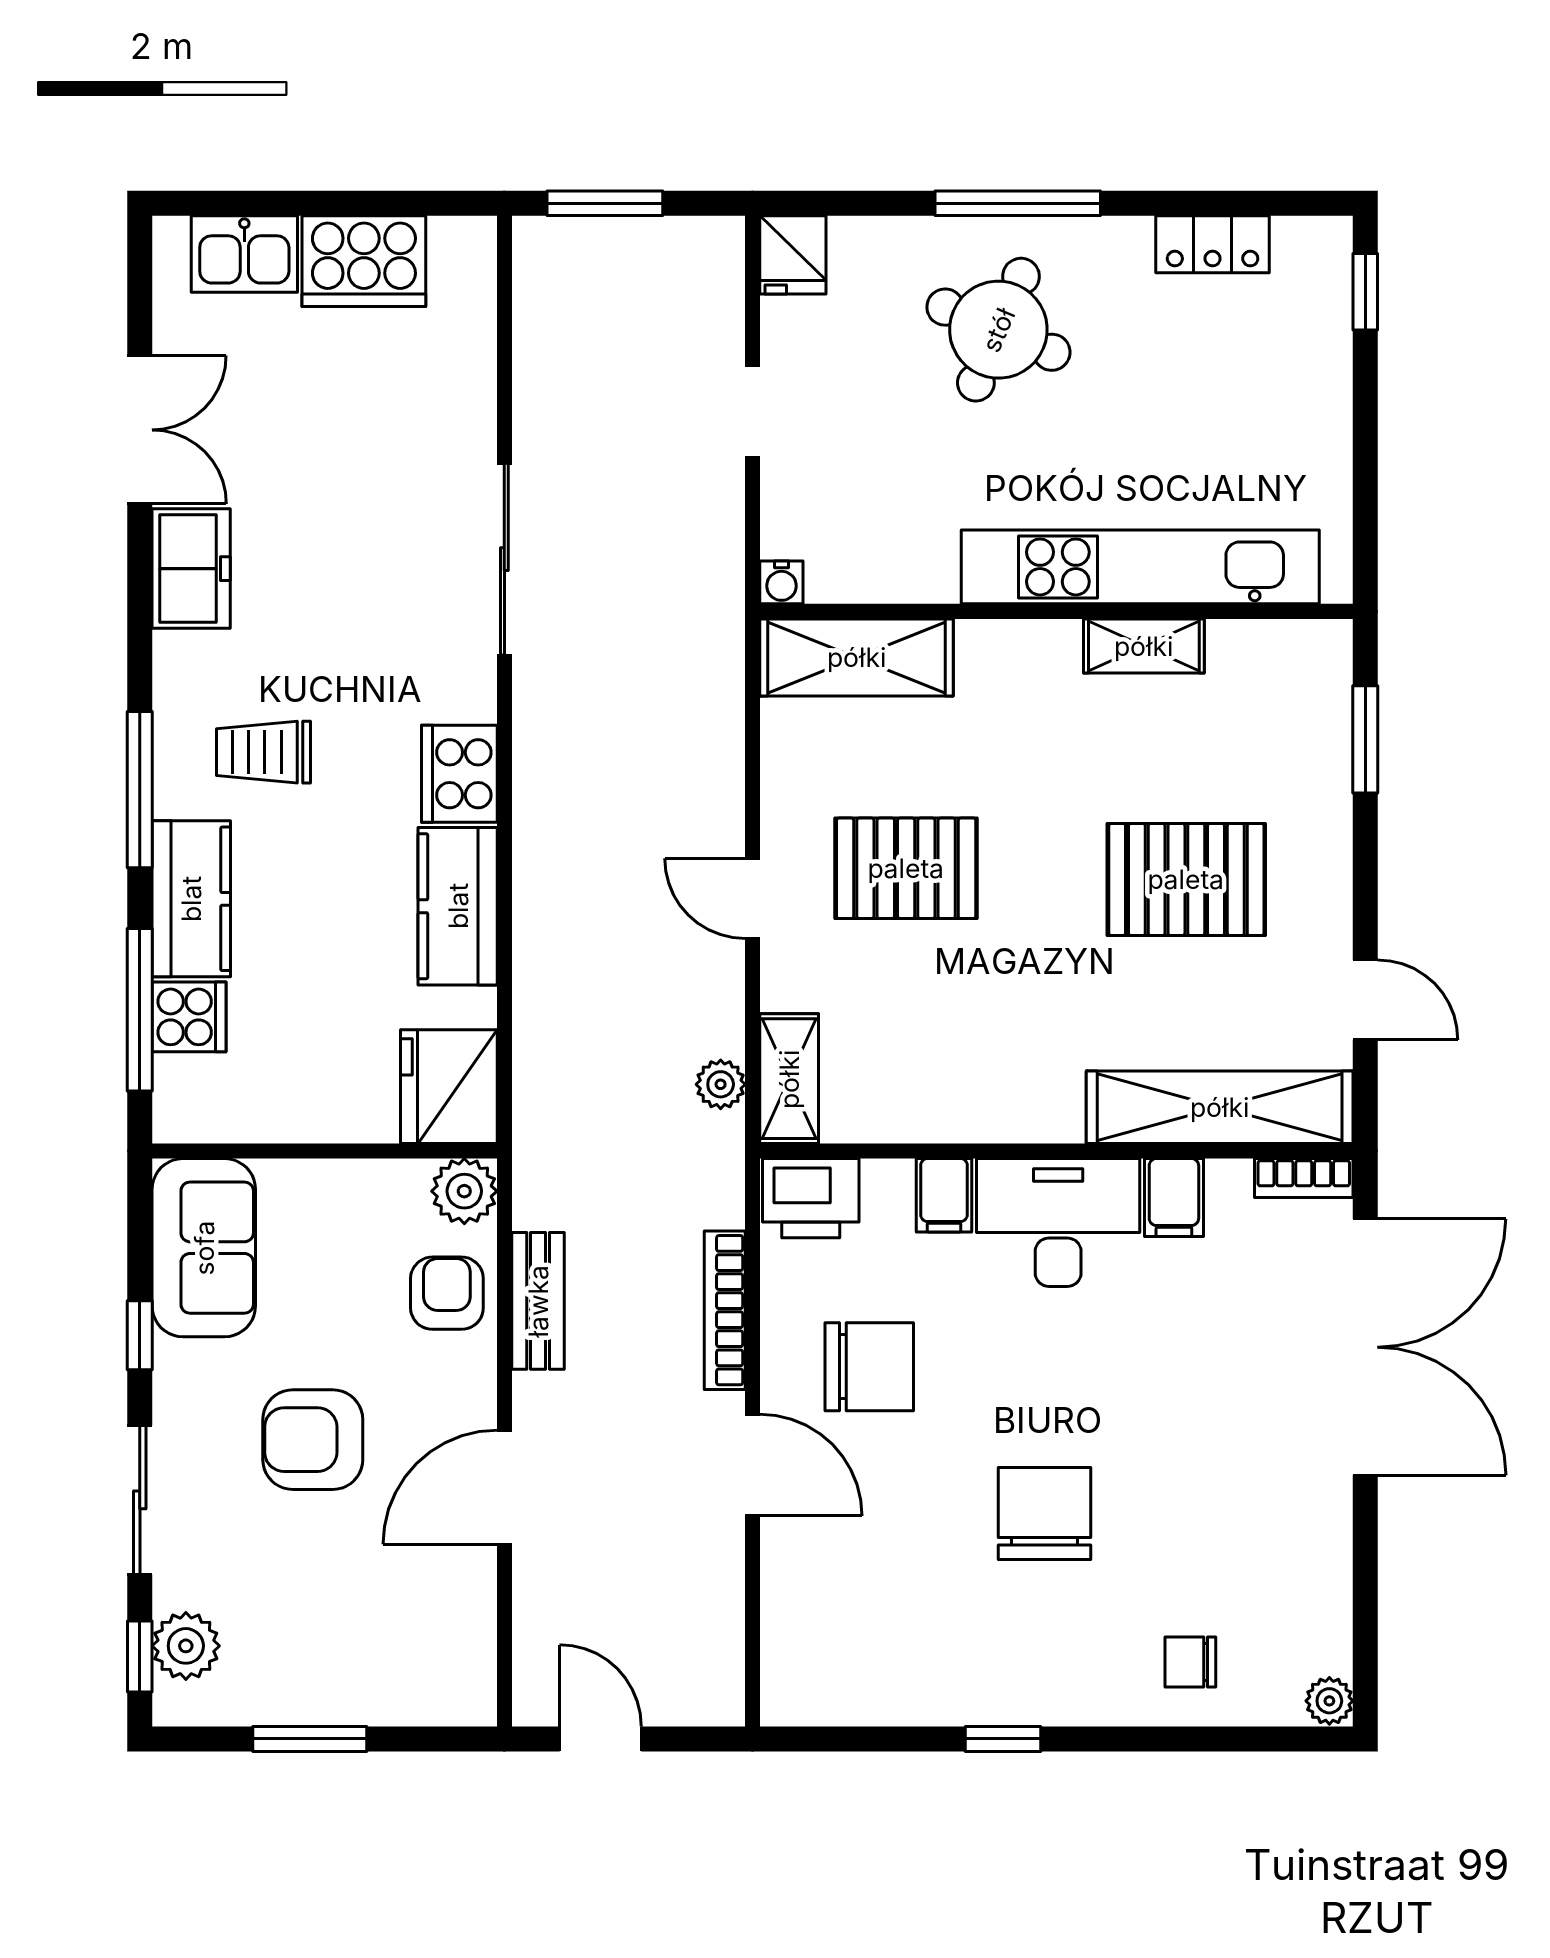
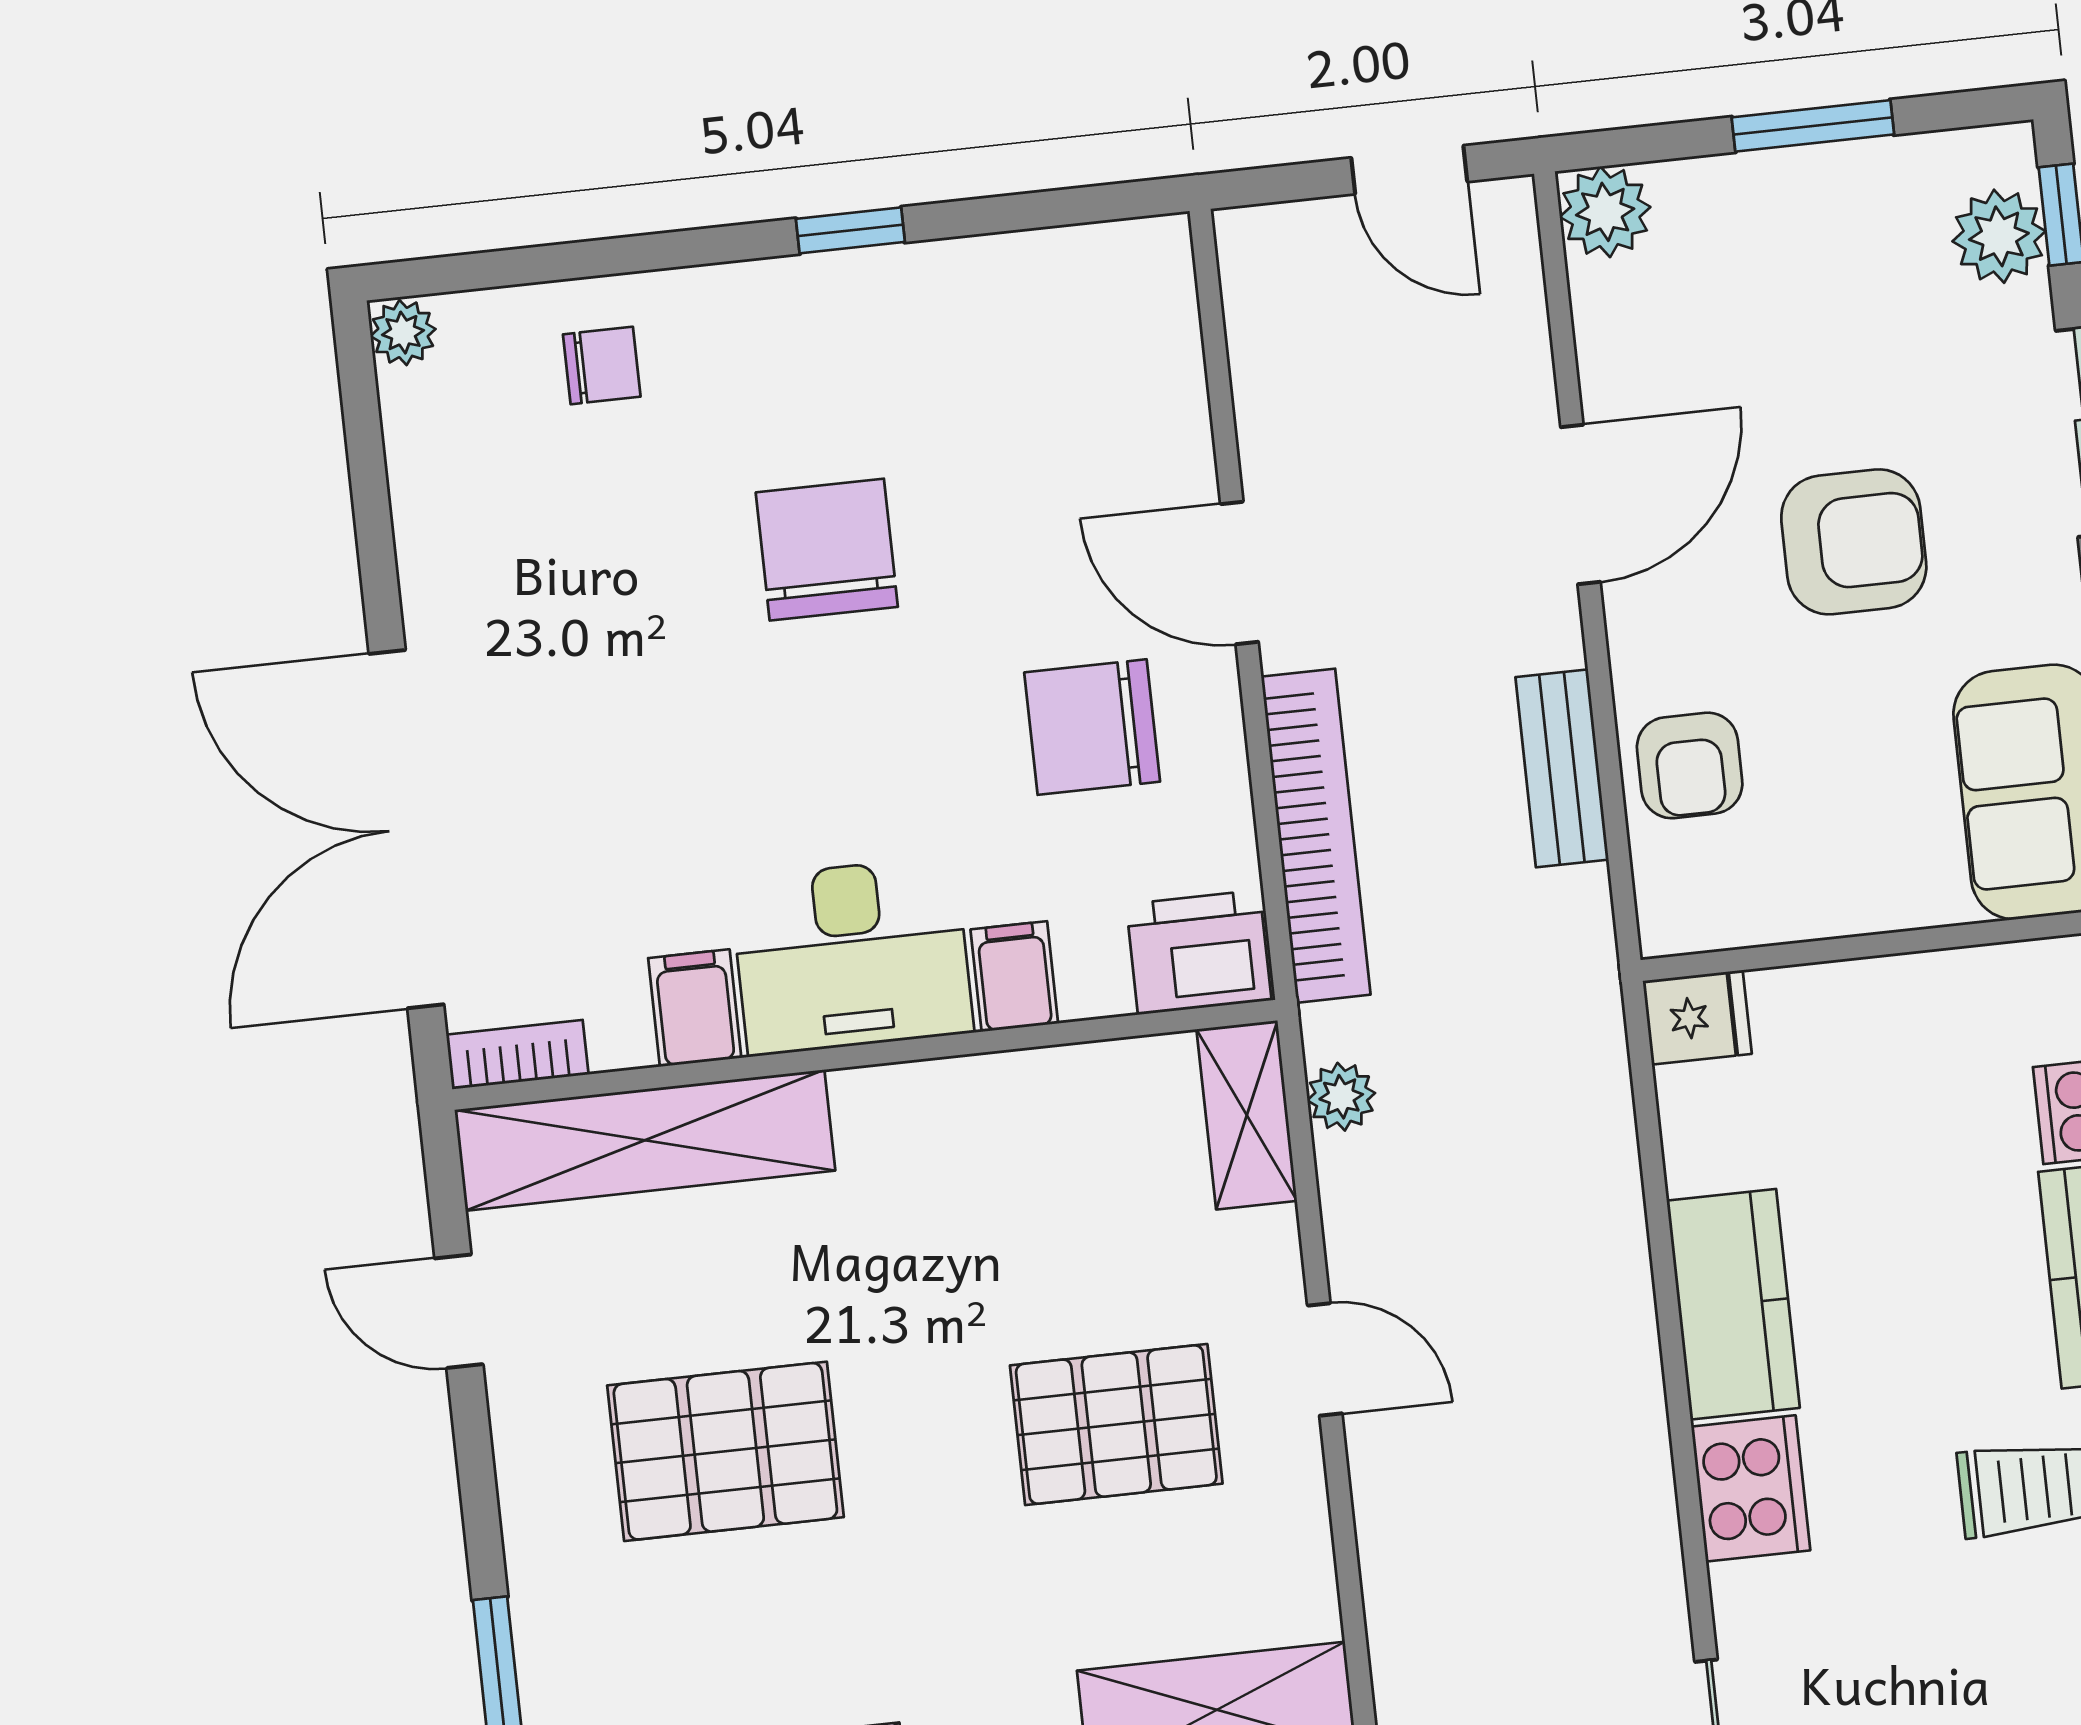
fridge: (449, 1087) -> (1697, 1017), width x0.53, depth x0.75
plant: (464, 1191) -> (1605, 212), moved
bookcase: (725, 1310) -> (1316, 836), width x1.48, depth x1.31
chair: (1044, 1514) -> (827, 550), turned 180

